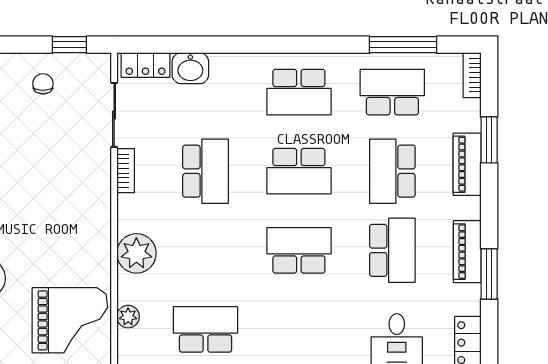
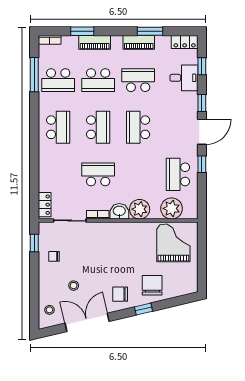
washbasin: (190, 68) -> (119, 211), moved, turned -90
school desk: (392, 92) -> (58, 80), turned -90
plant: (128, 317) -> (172, 208), width x1.87, depth x1.87

